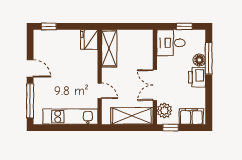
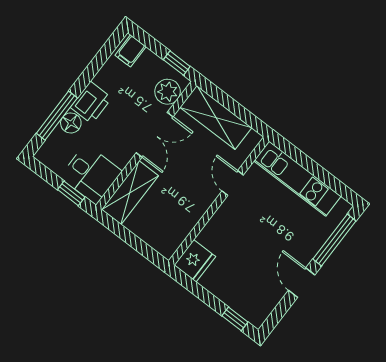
window: (184, 26) -> (71, 193), moved
shelving: (109, 48) -> (130, 193), moved
filing cabinet: (191, 116) -> (130, 51), width x0.50

